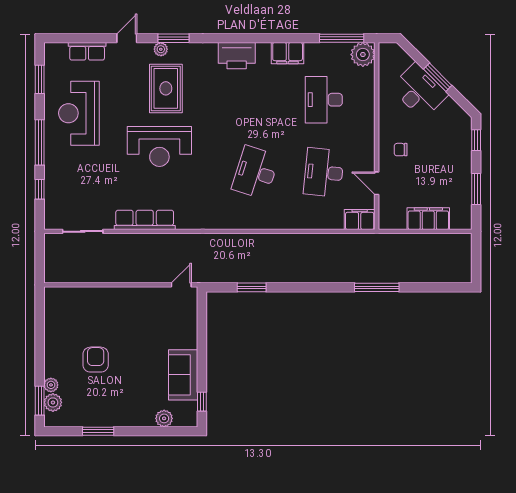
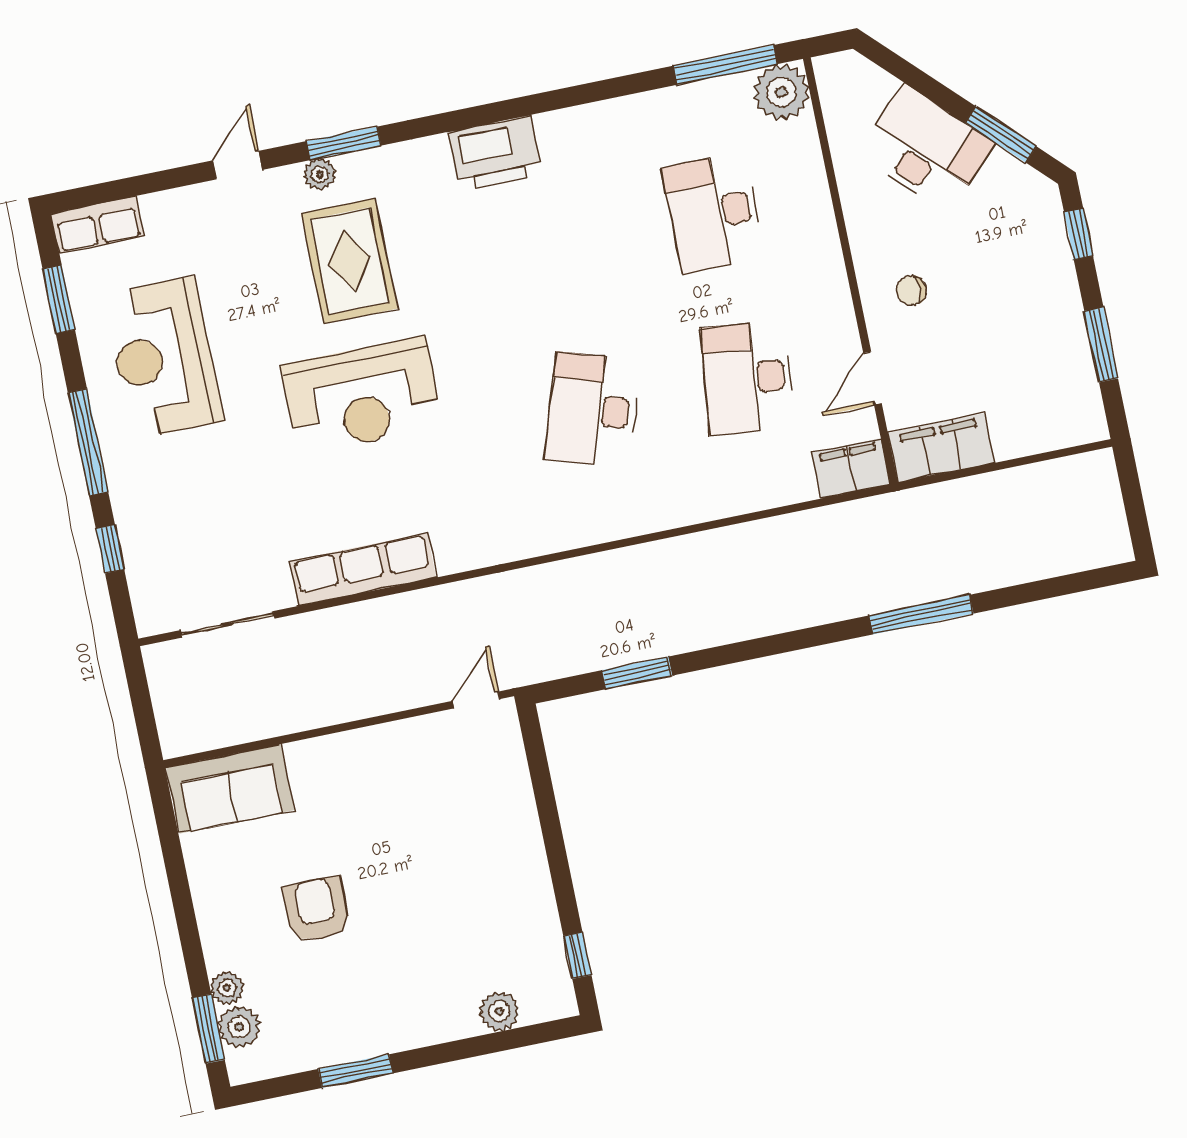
row of seats: (87, 51) -> (97, 225), moved
filing cabinet: (288, 53) -> (609, 124), removed
window: (438, 77) -> (1001, 135), moved
door: (377, 183) -> (873, 378), hinge flipped
filing cabinet: (428, 219) -> (941, 448), moved
sofa: (183, 375) -> (230, 789), moved, turned -90

